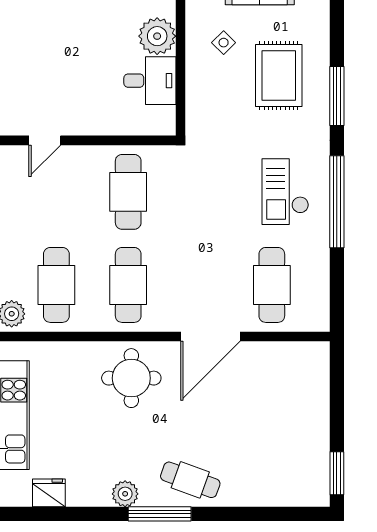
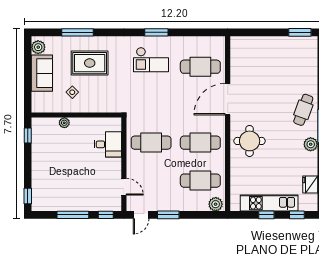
plant: (157, 36) -> (64, 123), width x0.53, depth x0.53
desk: (150, 81) -> (108, 144), moved, turned 90
window: (337, 96) -> (78, 32), moved
window: (337, 202) -> (156, 32), width x0.47
door: (210, 336) -> (228, 99), swing flipped

